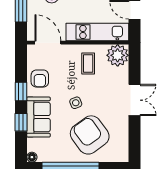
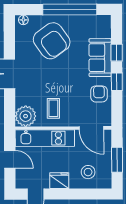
side table: (76, 103) -> (65, 71), removed
floor lamp: (32, 157) -> (23, 20), moved

